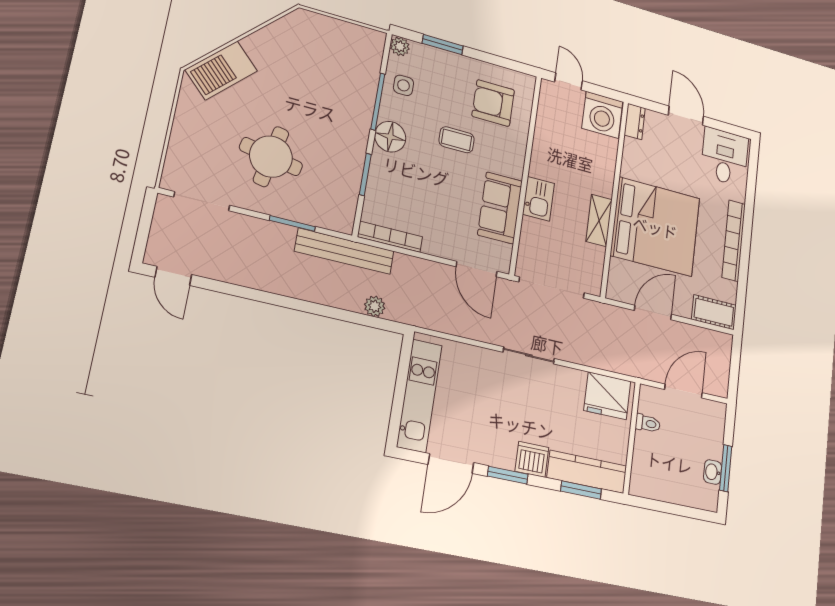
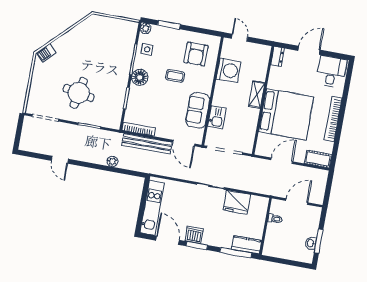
barbecue: (221, 70) -> (46, 53), width x0.53, depth x0.65
armchair: (493, 103) -> (196, 54), turned -90
washing machine: (602, 115) -> (229, 70), moved, turned -90
door: (686, 116) -> (309, 50), hinge flipped
kitchen sink: (538, 199) -> (217, 117), moved
shelving: (599, 220) -> (257, 95), moved
bench: (344, 251) -> (147, 144), moved
door: (173, 276) -> (60, 160), moved
plant: (375, 306) -> (112, 161), moved
fridge: (607, 396) -> (237, 202), moved
dishwasher: (532, 459) -> (194, 235), moved
door: (451, 464) -> (168, 240), swing flipped
kitchen counter: (587, 472) -> (246, 245), width x0.67
window: (581, 490) -> (236, 253), width x1.44

